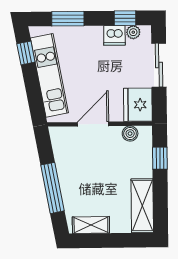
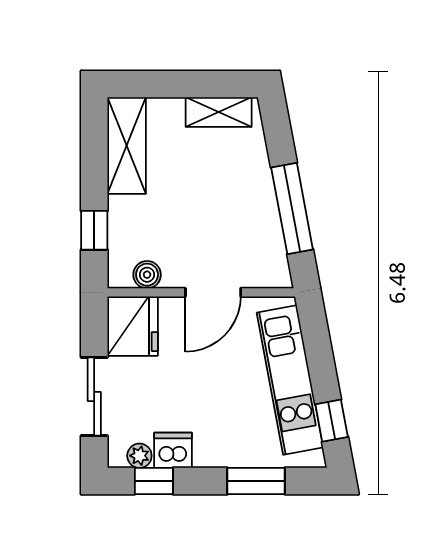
window: (53, 188) -> (292, 208), moved

